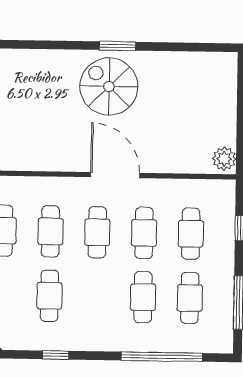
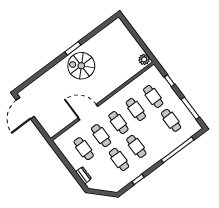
door: (115, 175) -> (88, 112), moved
cafe table: (143, 297) -> (136, 146), moved

